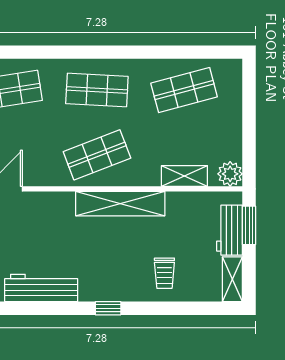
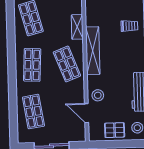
shelving: (184, 176) -> (77, 27), moved
stool: (37, 211) -> (98, 95), added

